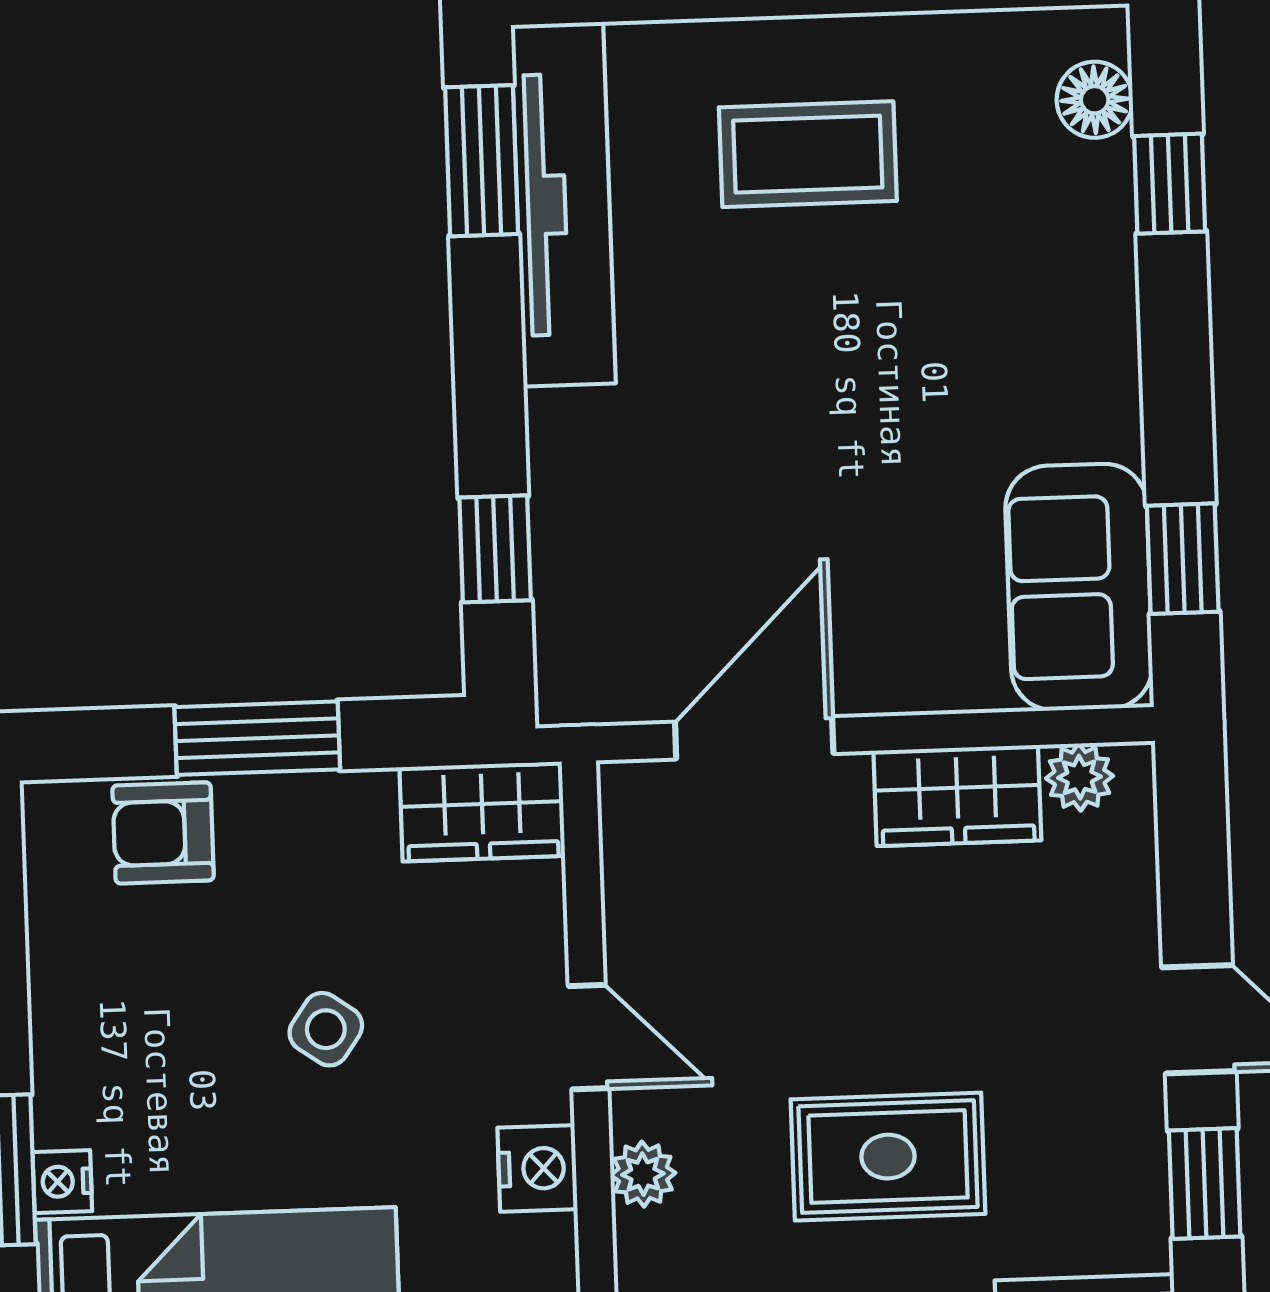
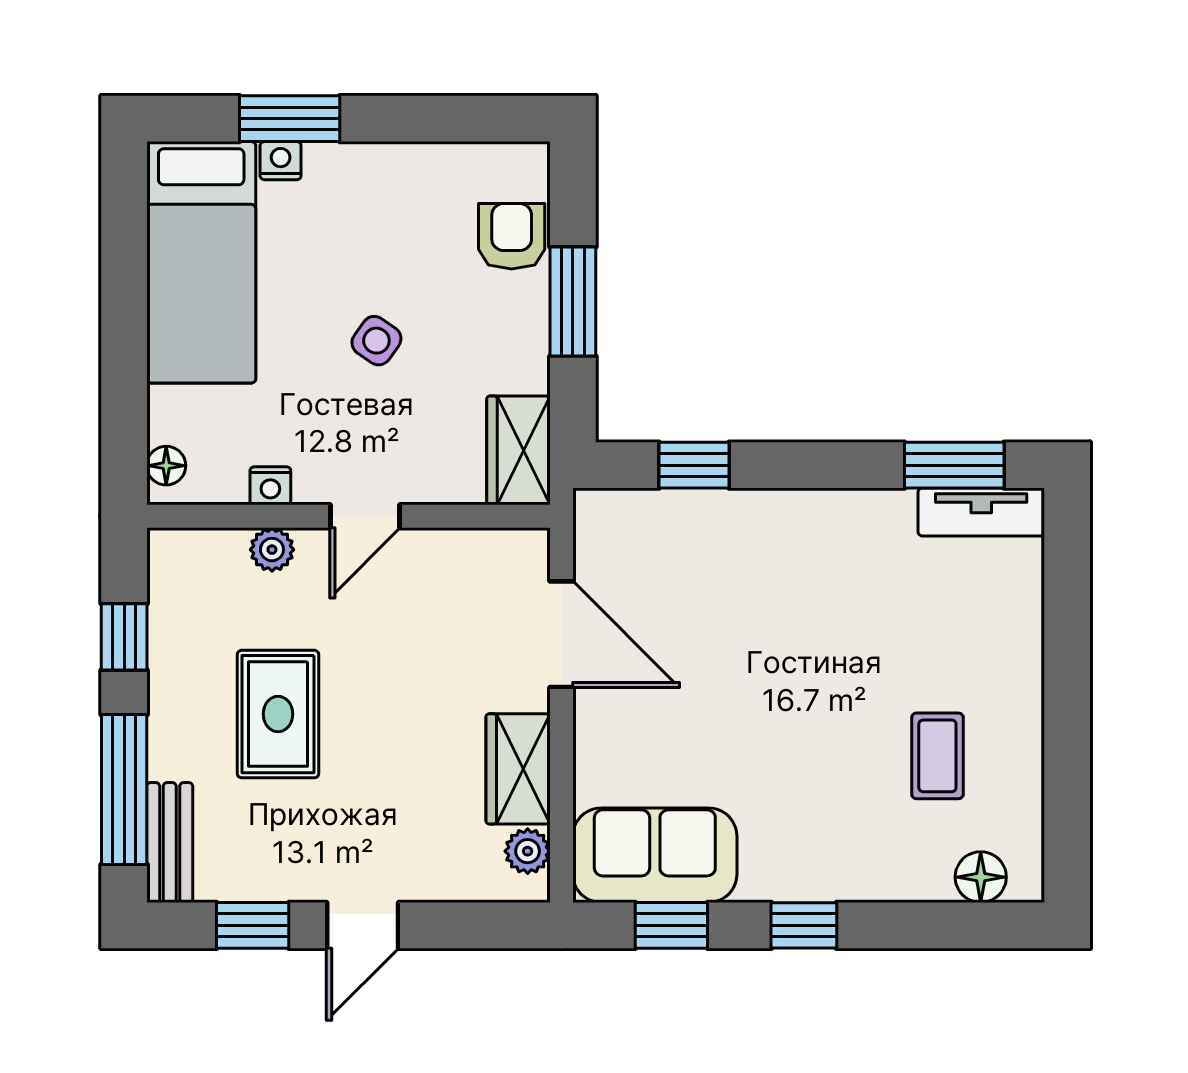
coffee table: (808, 154) -> (937, 756), moved, width x0.73, depth x0.77
window: (1170, 184) -> (804, 925), moved
tv unit: (563, 204) -> (981, 512), width x0.52, depth x0.78
nightstand: (537, 1168) -> (270, 486), width x0.72, depth x0.74

